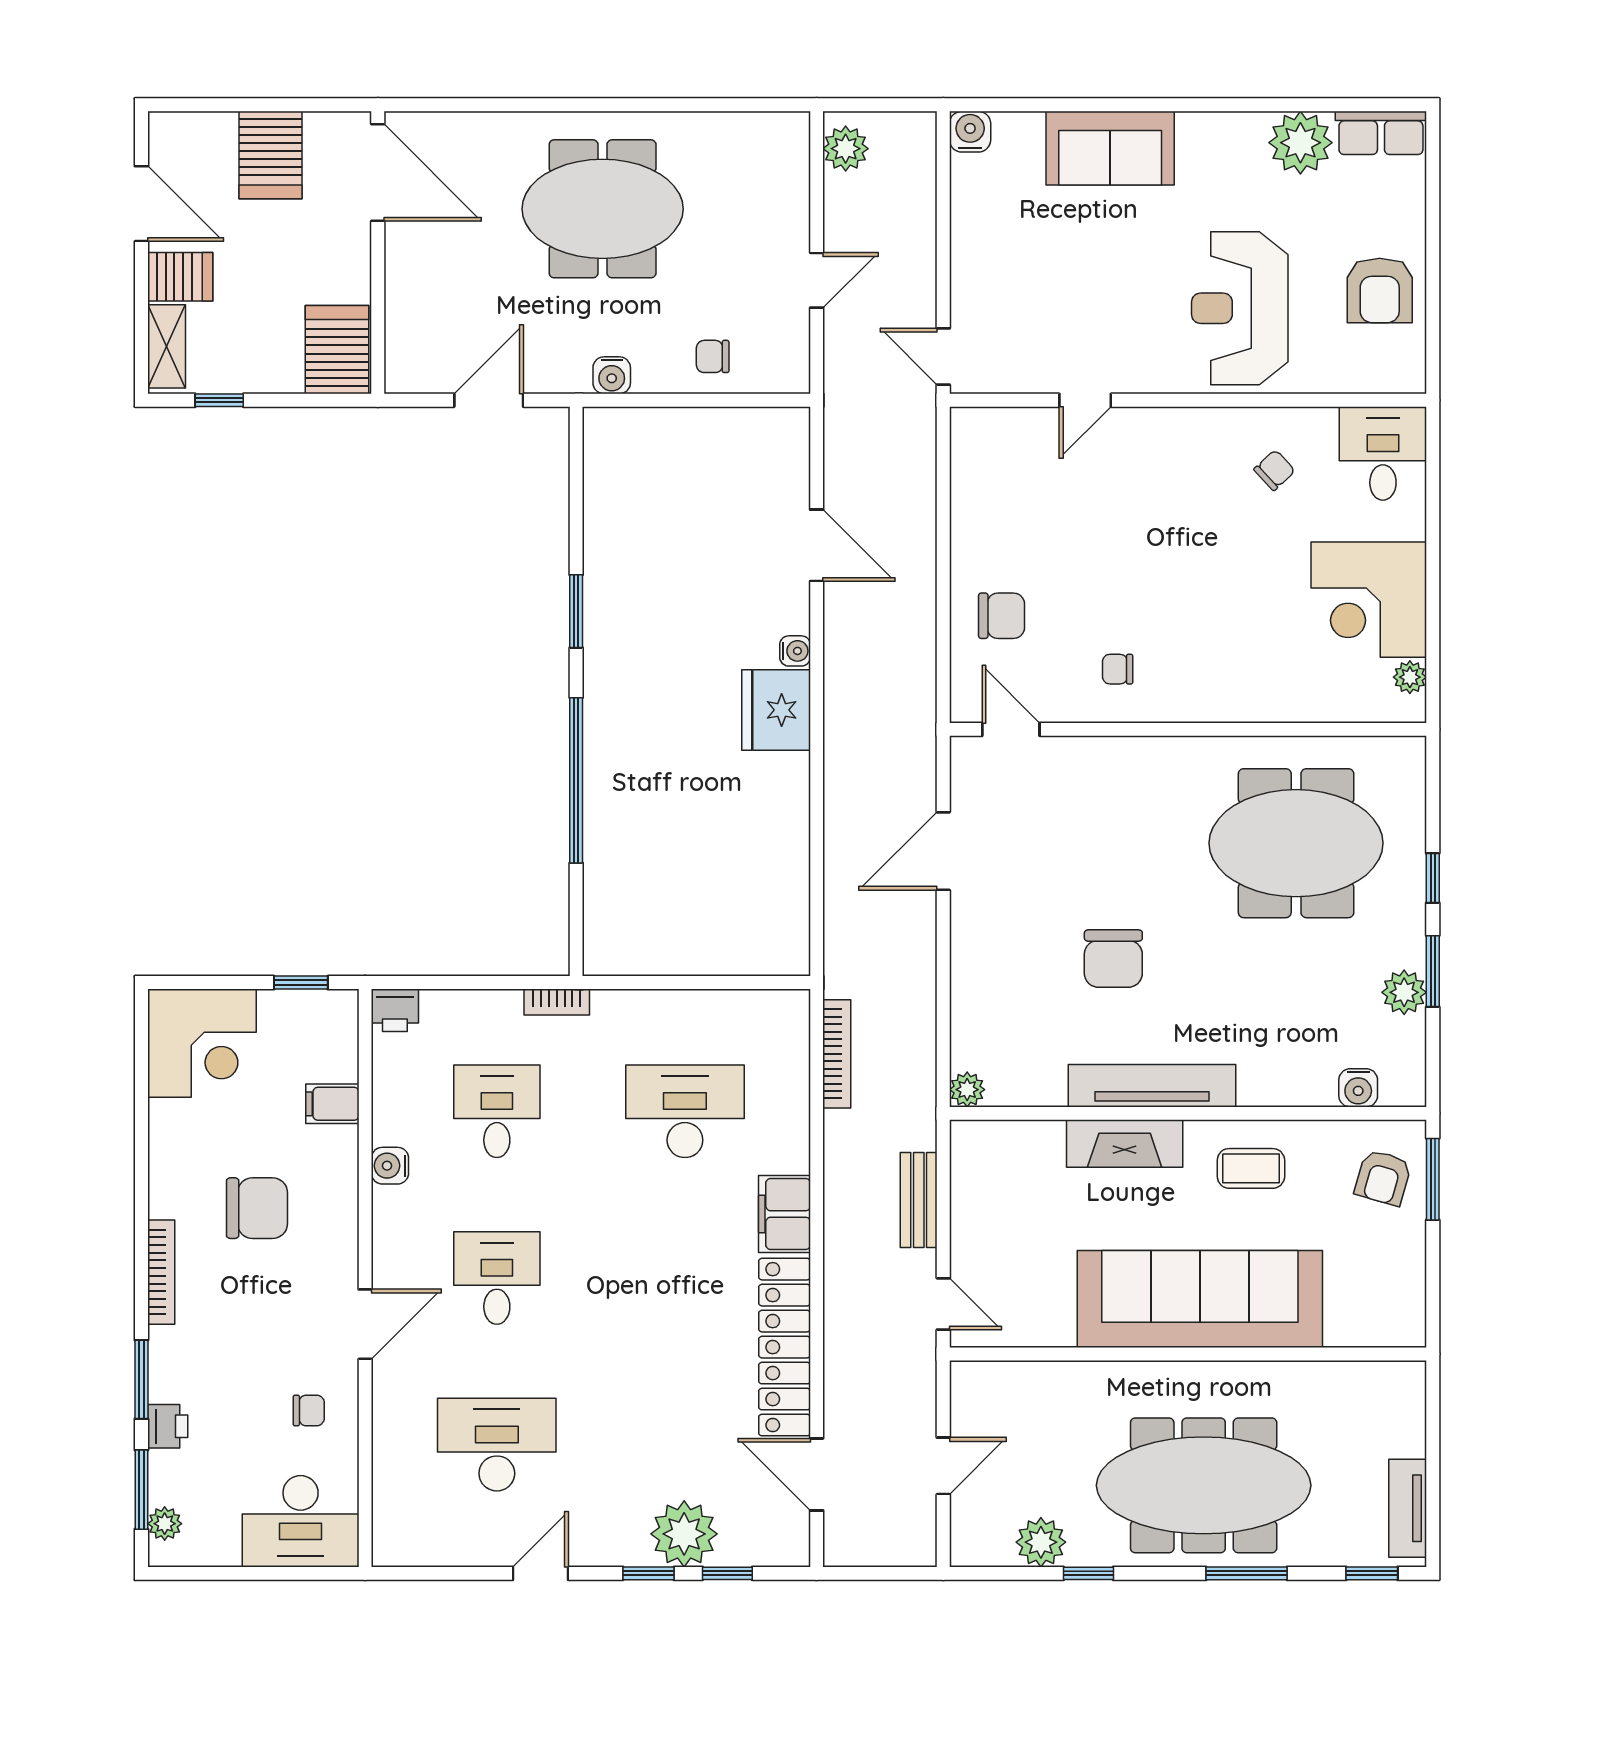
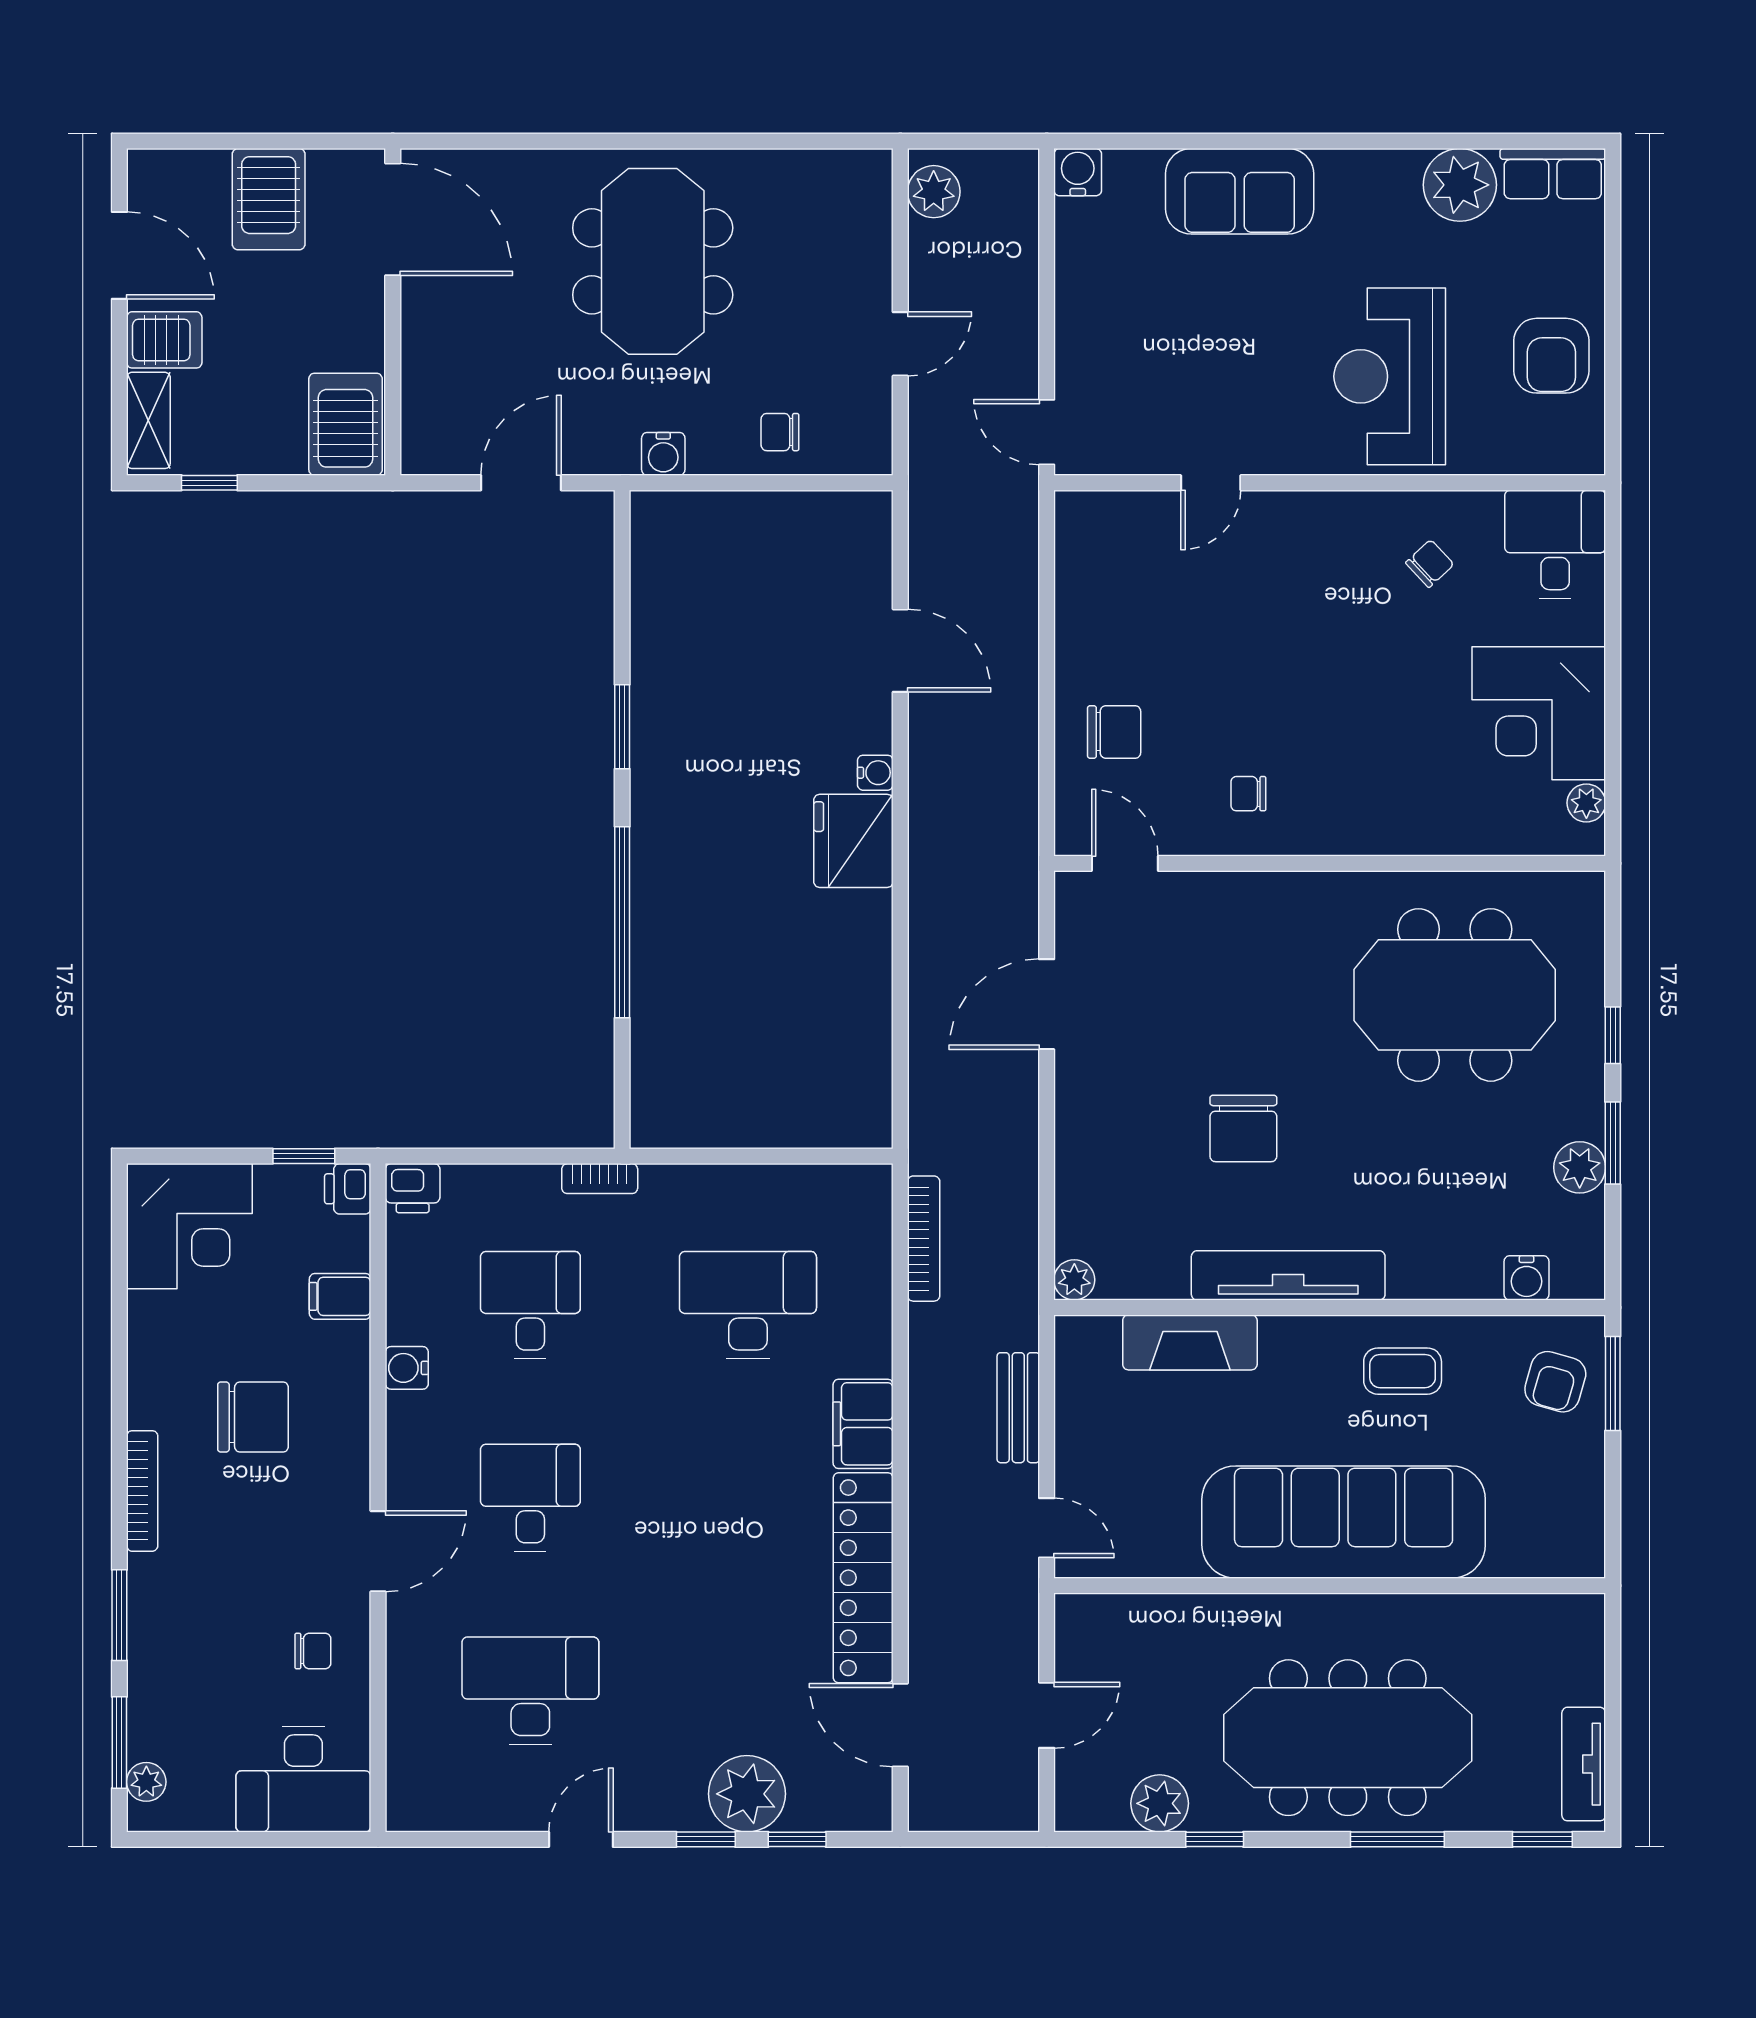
meeting table: (603, 209) -> (653, 261), turned 90
fireplace: (1125, 1144) -> (1190, 1342), moved
printer: (168, 1426) -> (348, 1189), moved, turned 180

